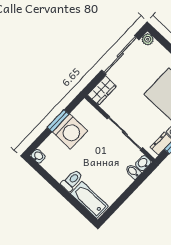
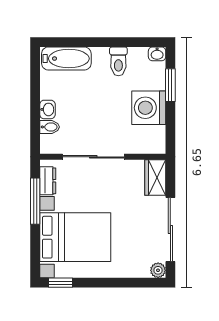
window: (58, 121) -> (170, 85), moved
washbasin: (143, 163) -> (47, 109), moved
toilet: (72, 181) -> (118, 61), moved

